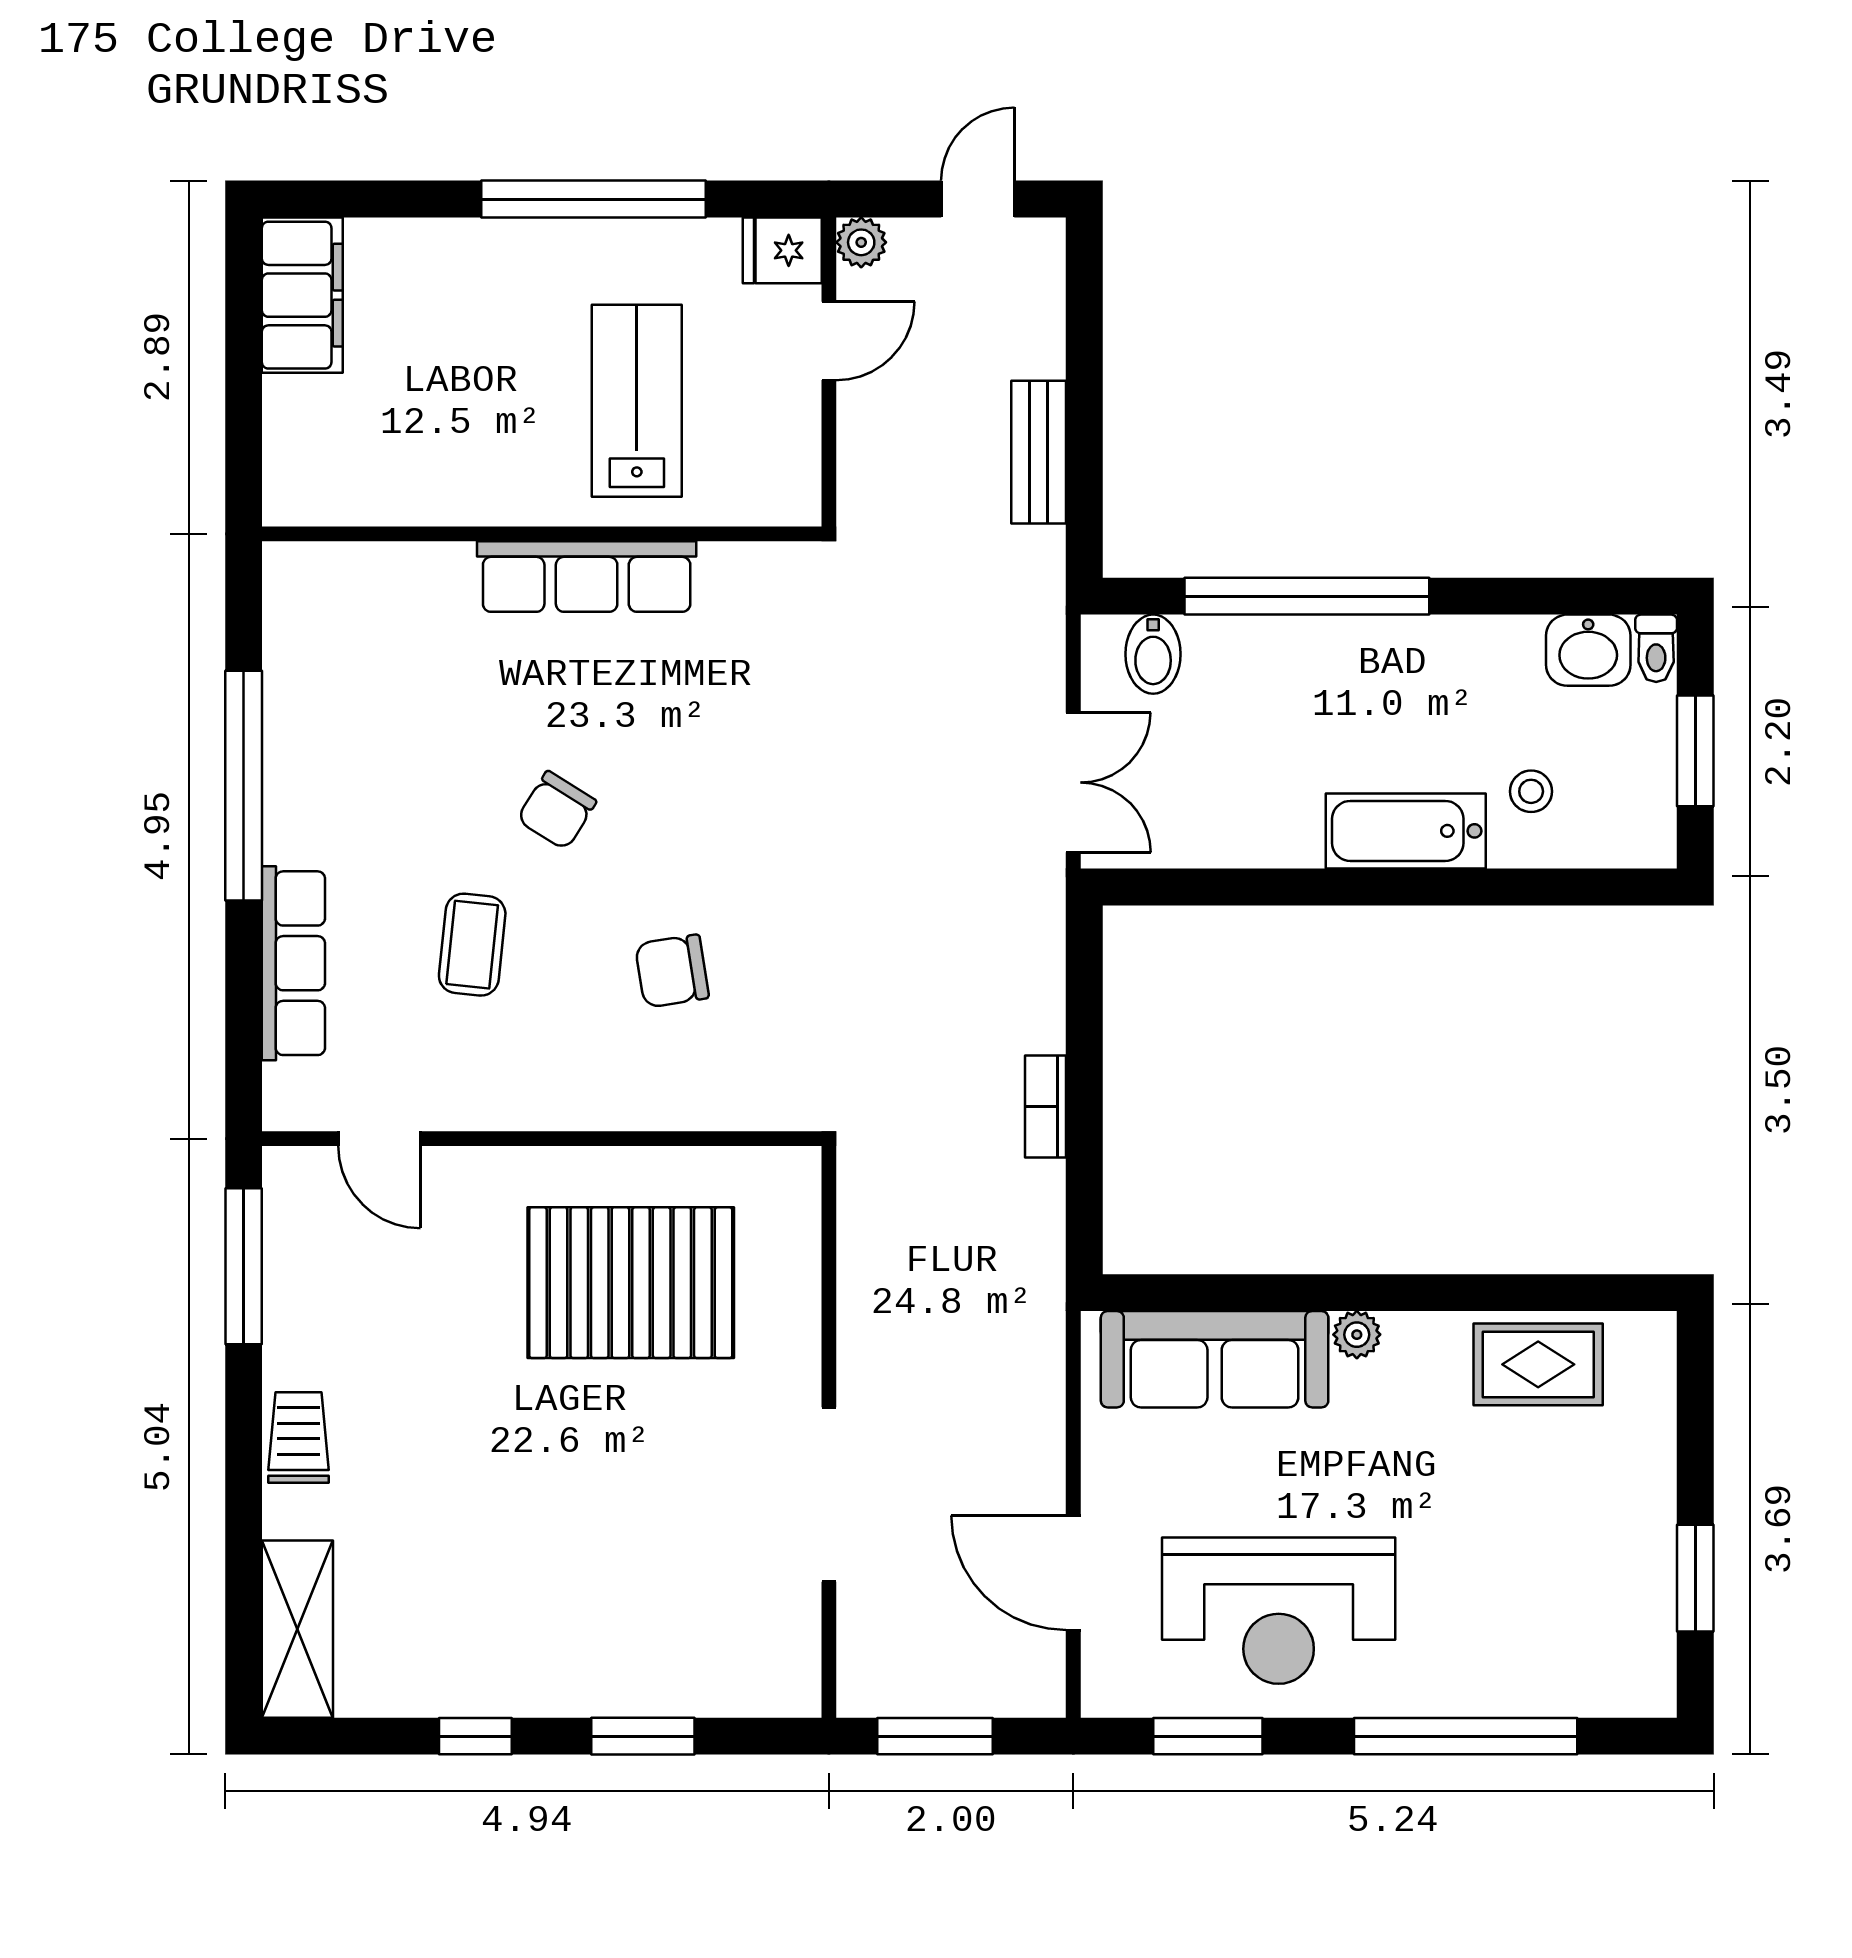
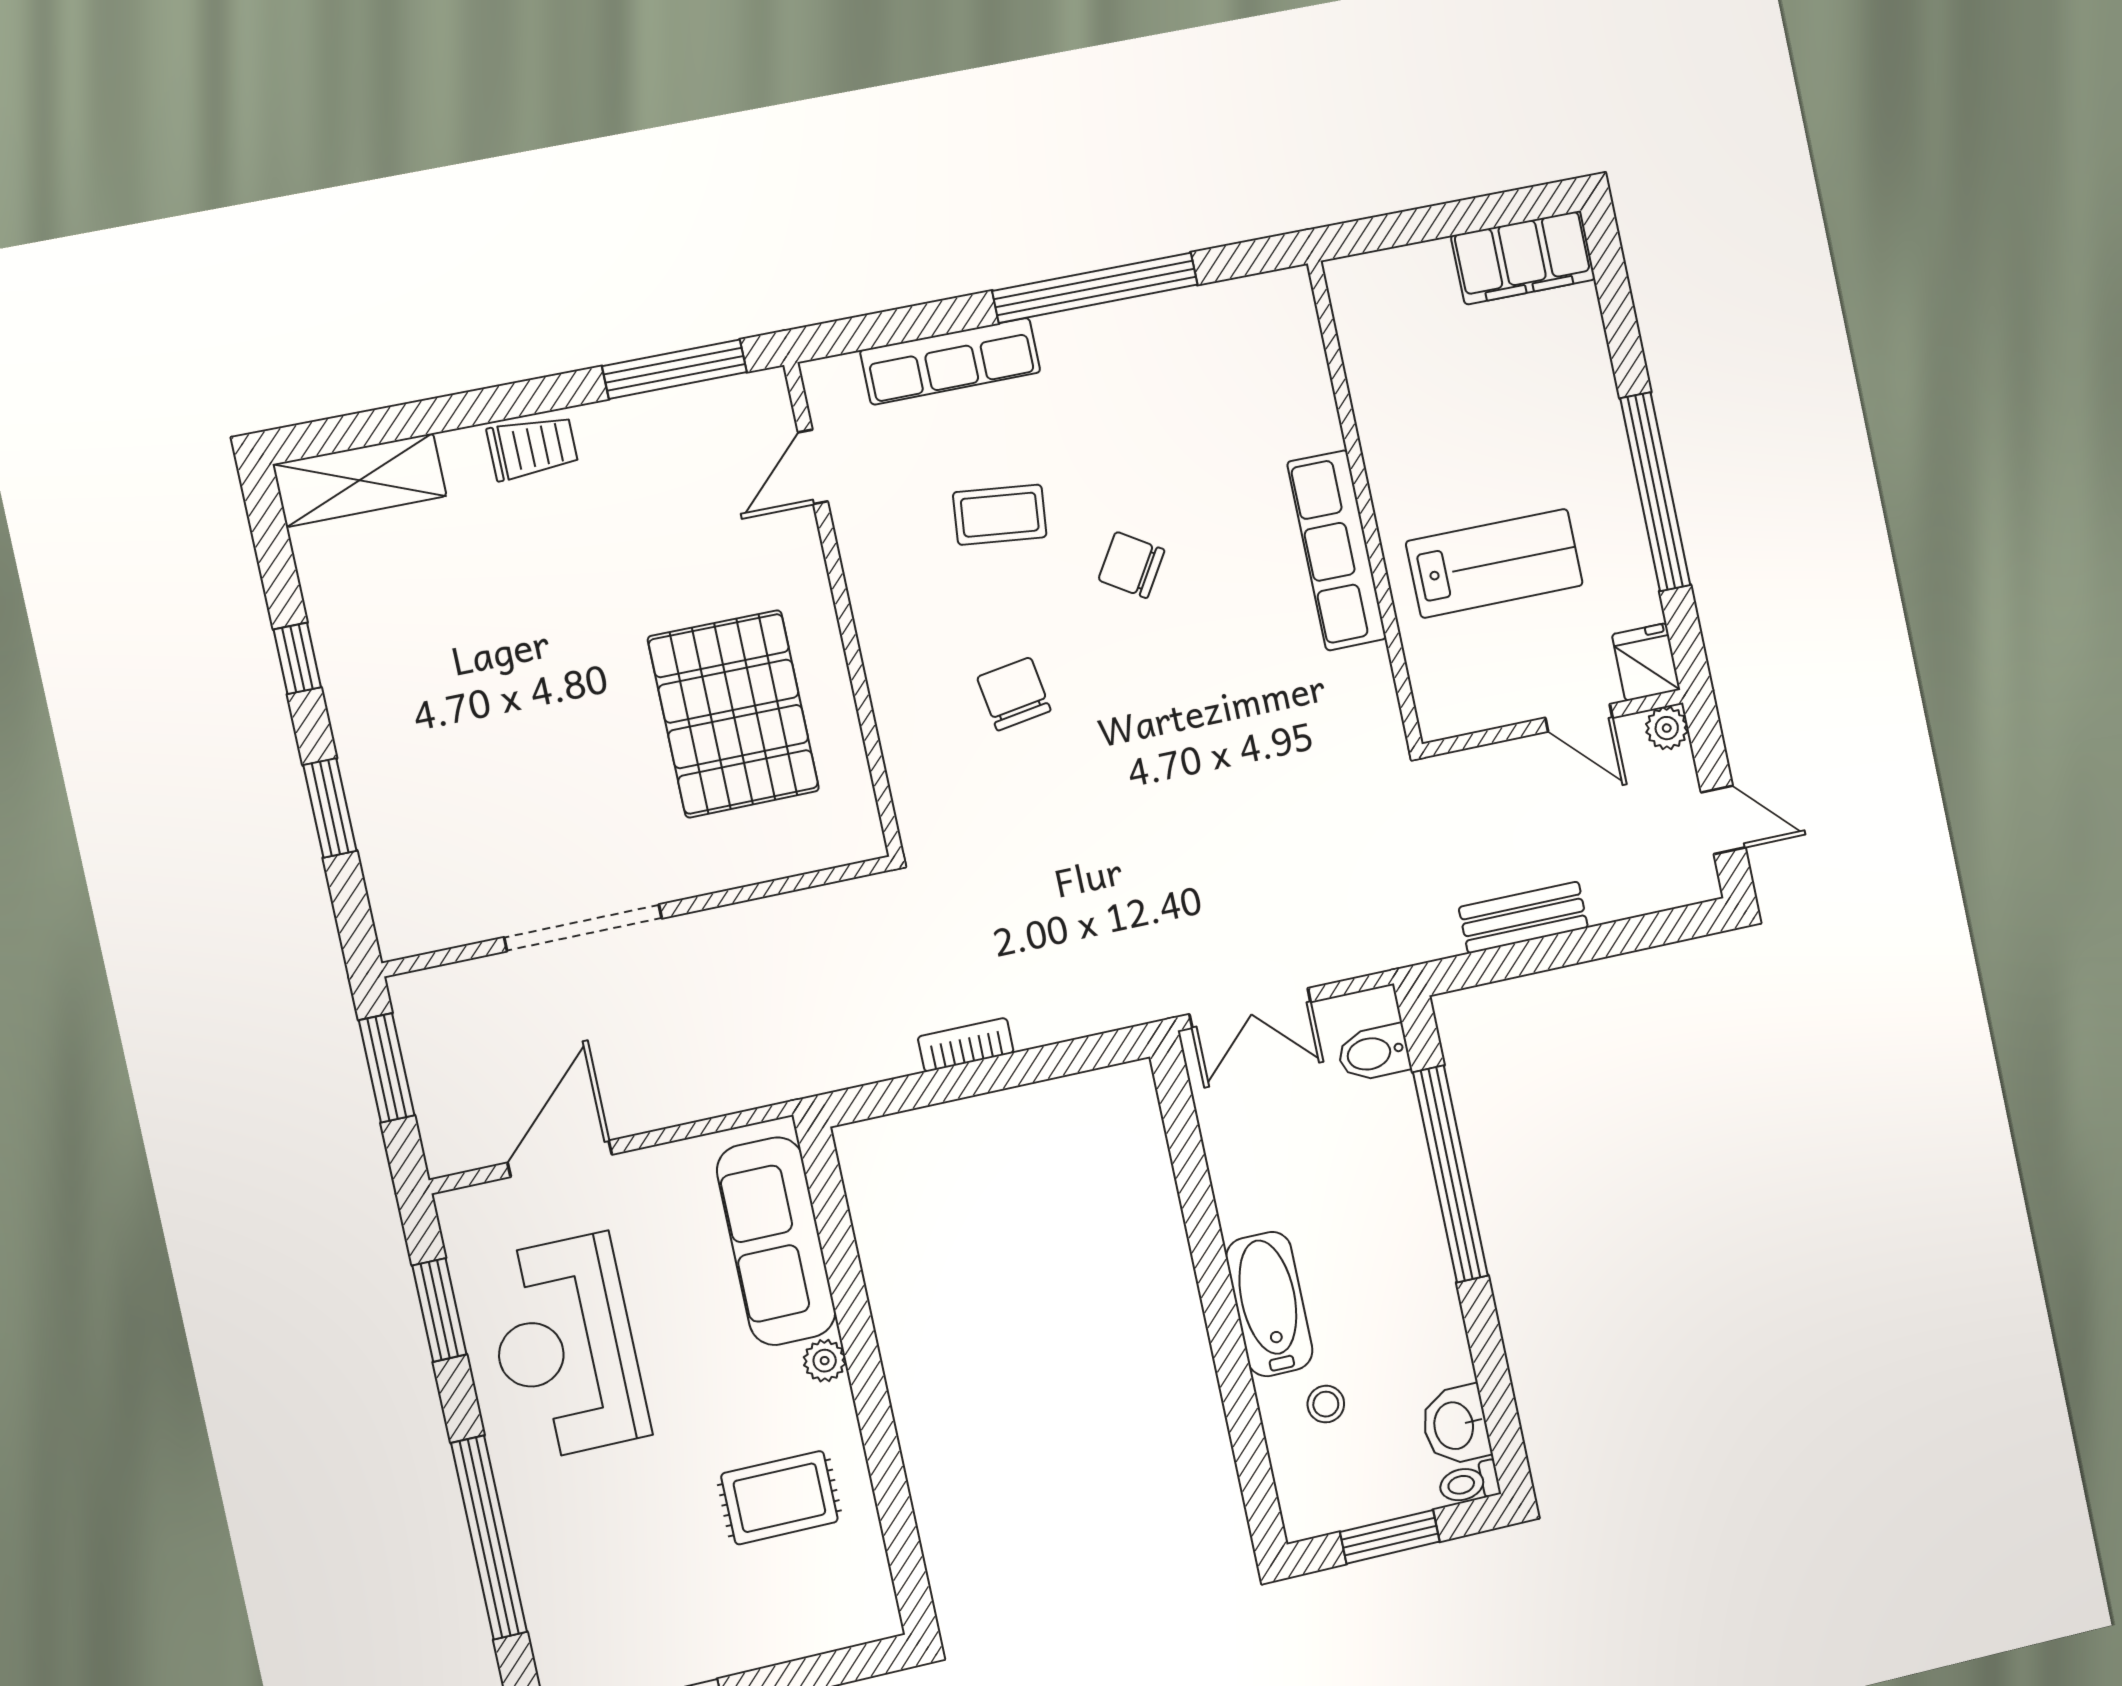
rug: (1538, 1364) -> (779, 1498), moved, turned 90

